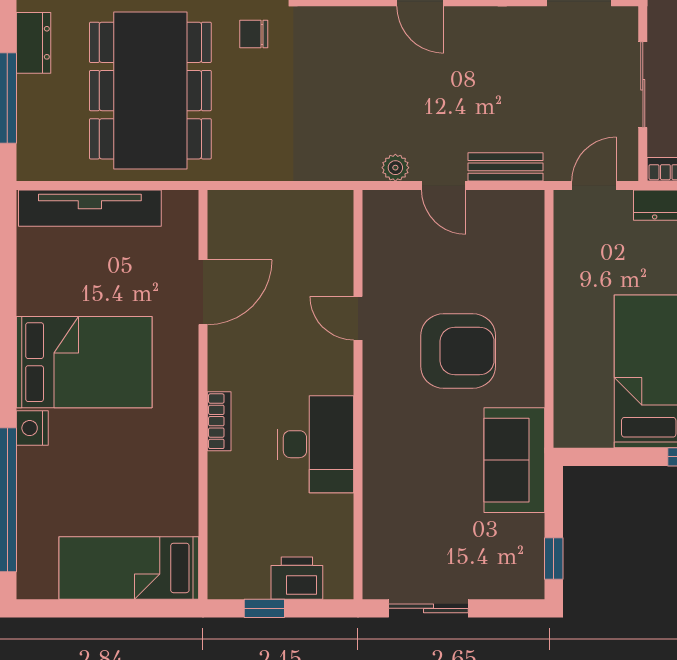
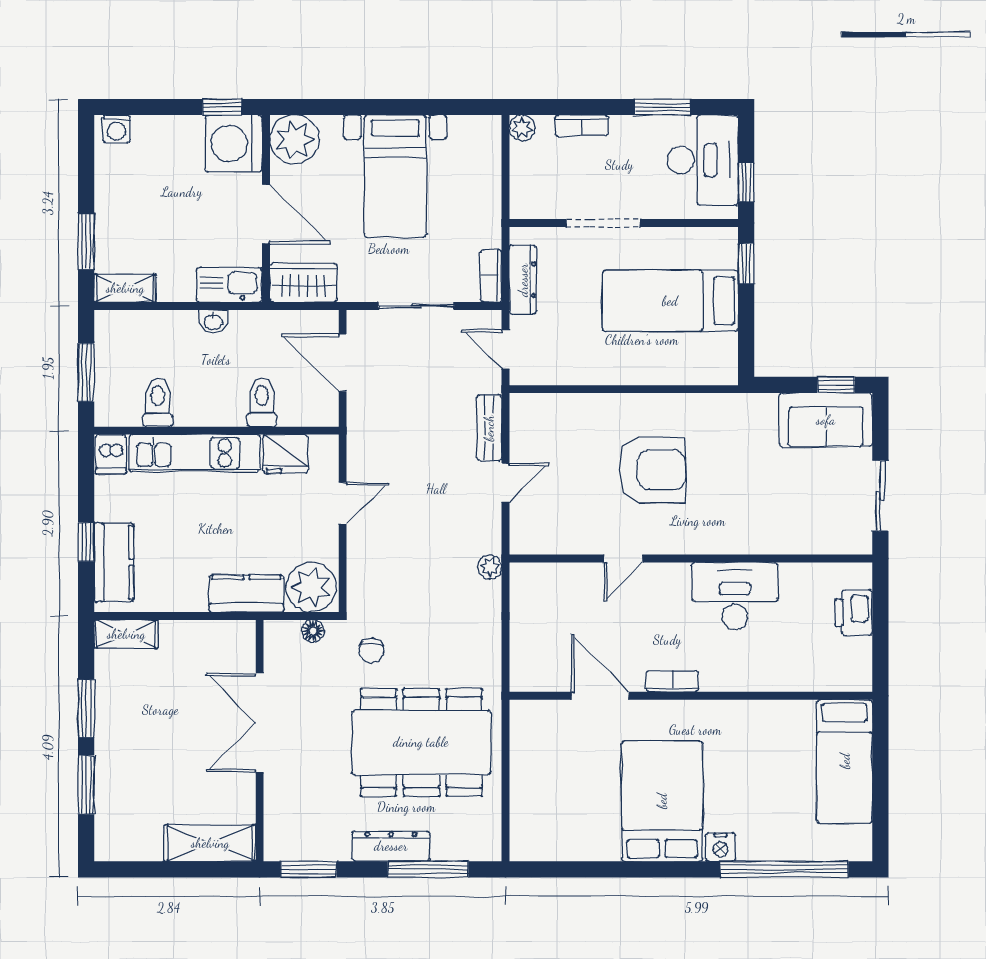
dresser: (33, 43) -> (391, 846), width x1.44
plant: (395, 168) -> (490, 567), moved
tv unit: (90, 208) -> (526, 796), removed
armchair: (458, 351) -> (652, 470), turned 90
bookcase: (219, 421) -> (672, 681), moved
sofa: (514, 460) -> (826, 420), moved
window: (264, 608) -> (880, 641), removed

